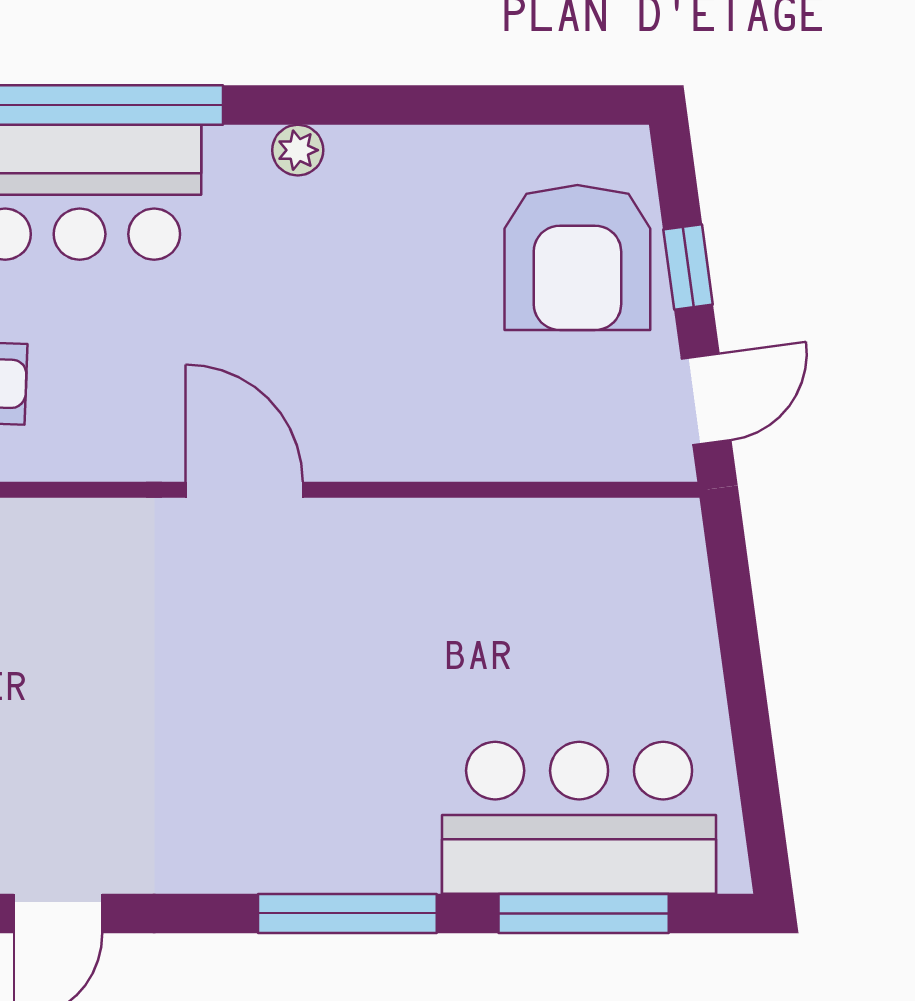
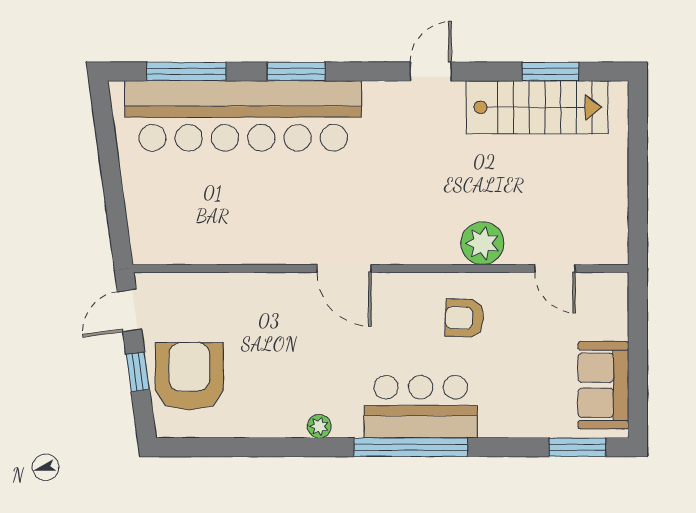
bar counter: (579, 818) -> (243, 116), width x1.86
window: (347, 913) -> (296, 71), width x0.69

